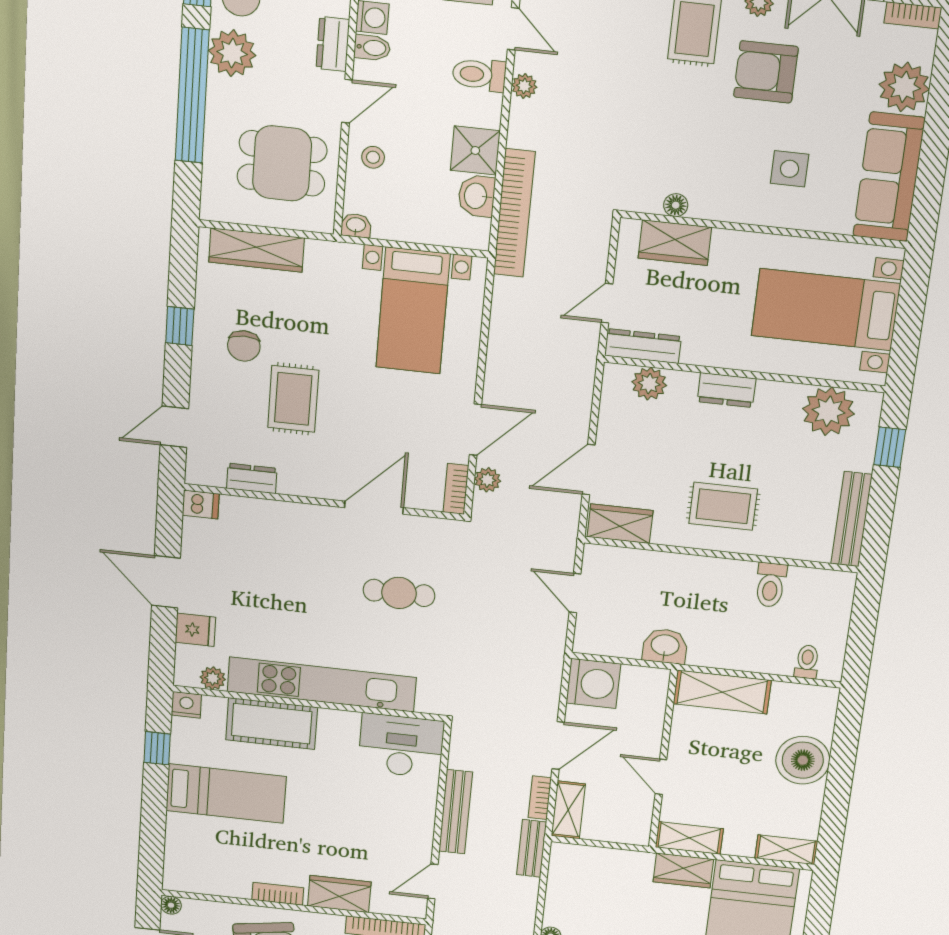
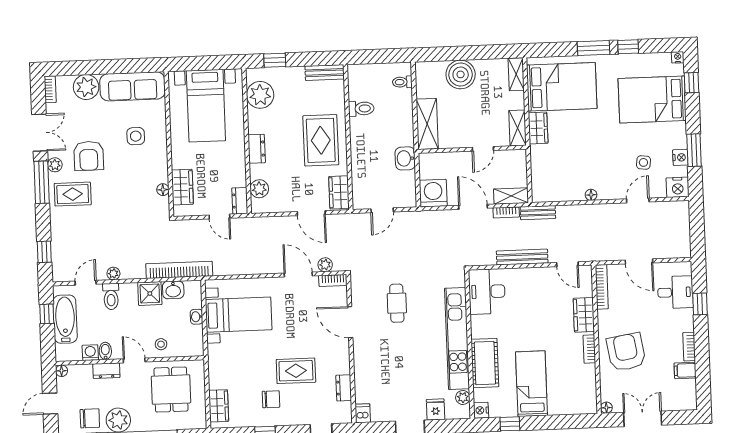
washbasin: (356, 225) -> (197, 317), moved
wardrobe: (256, 250) -> (219, 406), width x0.67
dresser: (643, 346) -> (240, 201), width x0.70
rug: (723, 506) -> (321, 140), width x1.36, depth x1.43
bench: (852, 519) -> (325, 73), width x0.73

